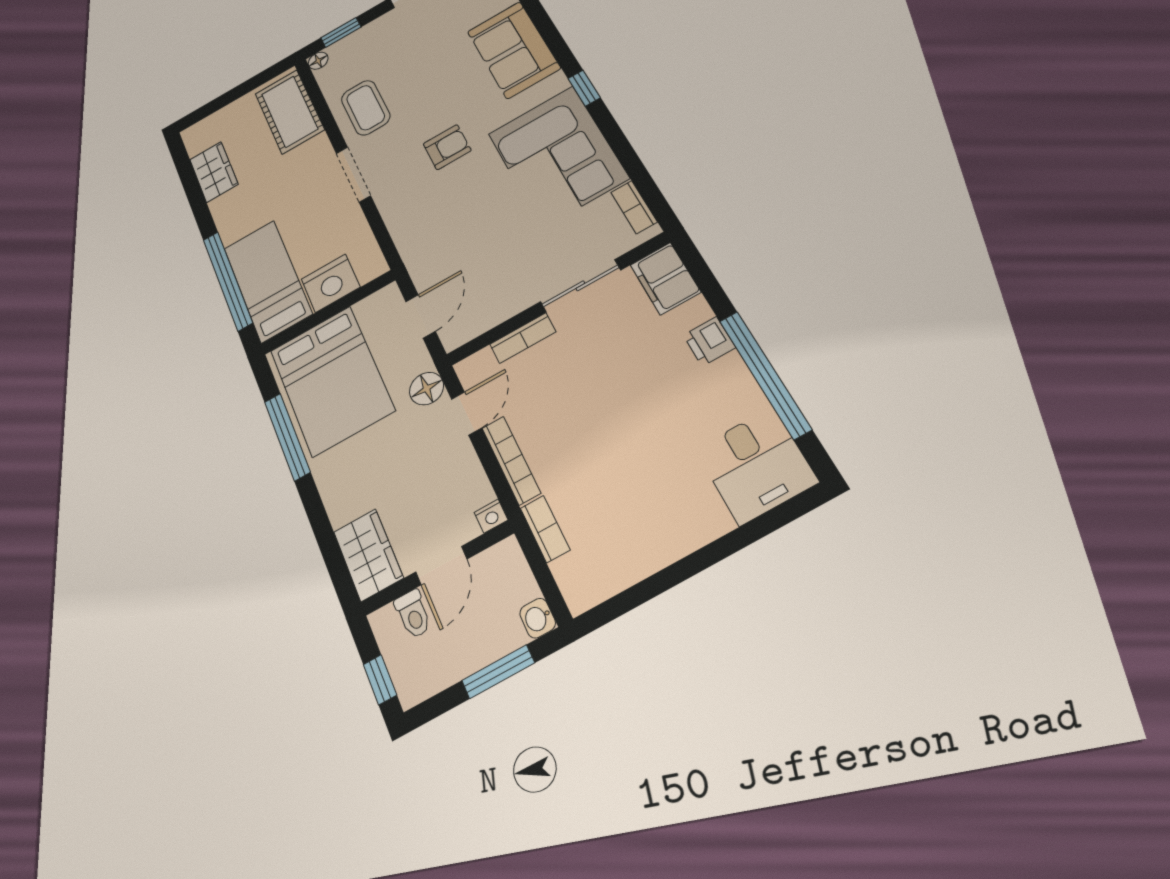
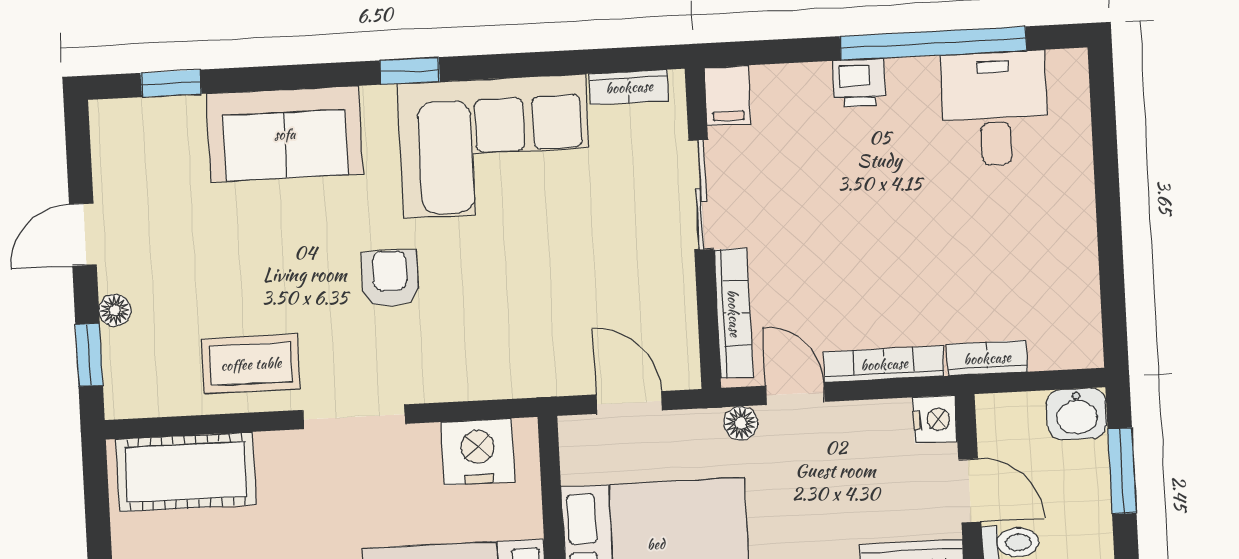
floor lamp: (318, 61) -> (115, 310), moved
filing cabinet: (665, 278) -> (728, 96), width x0.50
nightstand: (331, 283) -> (478, 452), moved, turned -90
bookcase: (523, 338) -> (734, 313), width x1.56
floor lamp: (427, 389) -> (741, 423), width x0.73, depth x0.73
desk: (756, 465) -> (995, 109), moved, turned -90
nightstand: (491, 516) -> (935, 419), width x1.39, depth x1.35
washbasin: (538, 618) -> (1077, 414), width x1.38, depth x1.45

